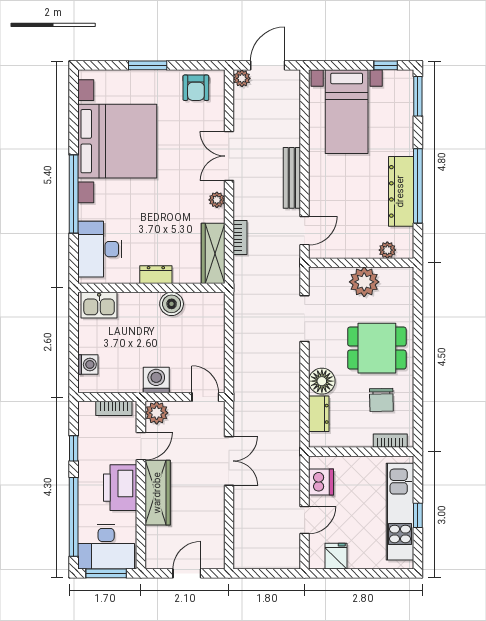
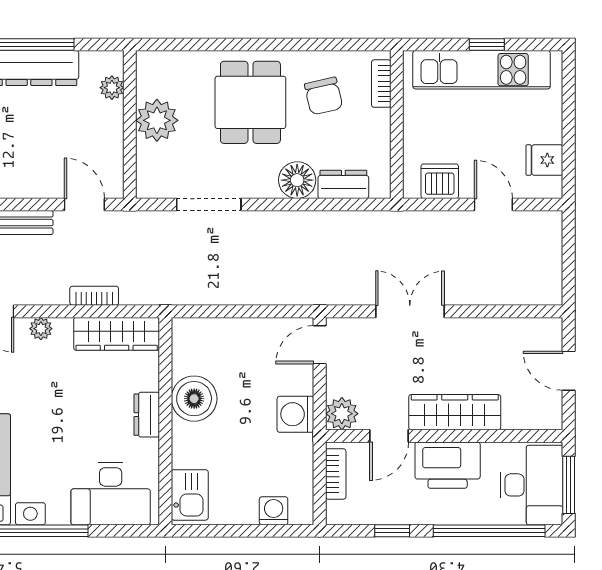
boiler: (172, 304) -> (194, 399), width x1.37, depth x1.37
chair: (381, 400) -> (324, 96), turned 78
door: (141, 446) -> (389, 436), swing flipped

